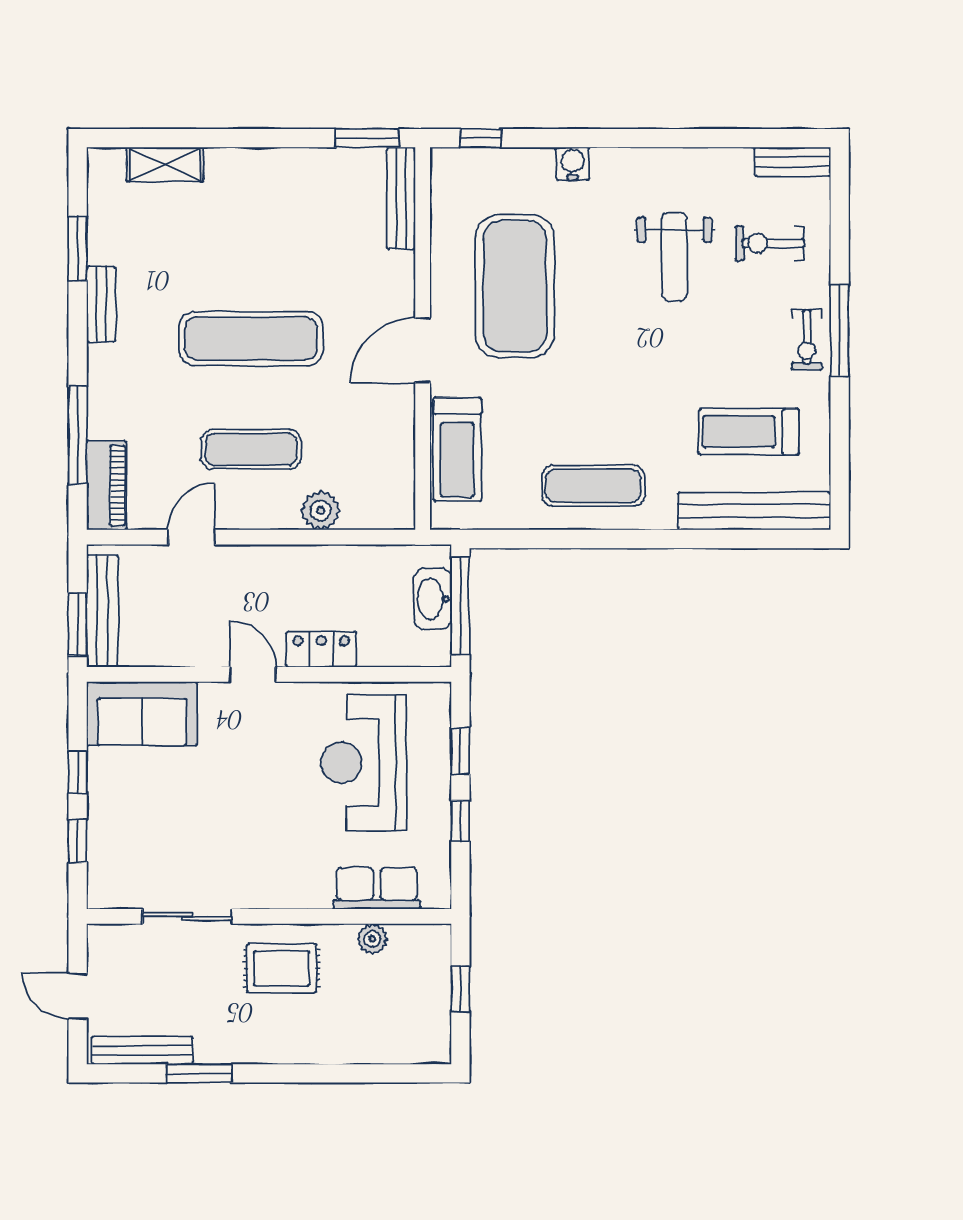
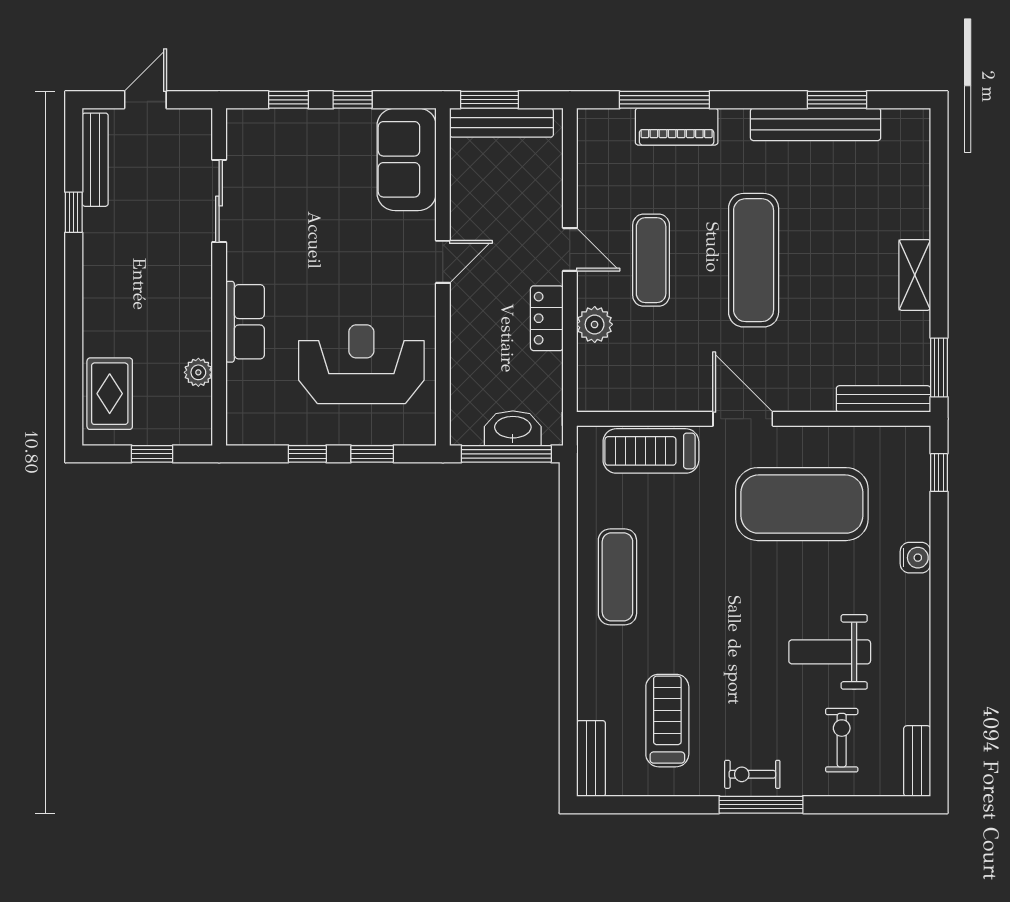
shelving: (165, 164) -> (915, 275), moved
bench: (101, 304) -> (816, 124), width x1.86, depth x1.21
piano: (107, 485) -> (677, 127), moved
bench: (754, 511) -> (591, 758), width x0.54, depth x0.82
door: (191, 537) -> (570, 249), moved
locker: (321, 650) -> (547, 318), moved, turned 180
row of seats: (377, 888) -> (245, 322), moved
rug: (282, 968) -> (110, 394), moved
window: (199, 1073) -> (74, 212), width x0.67

